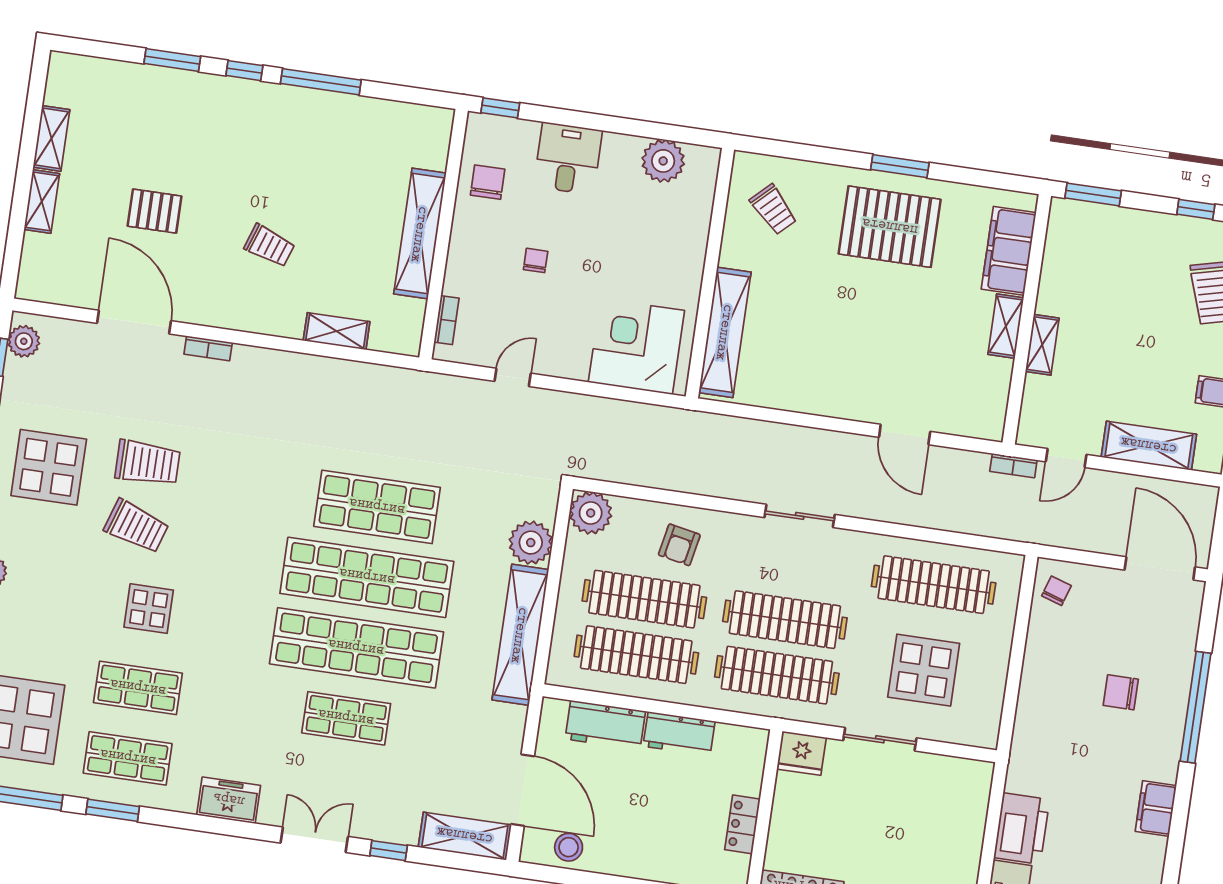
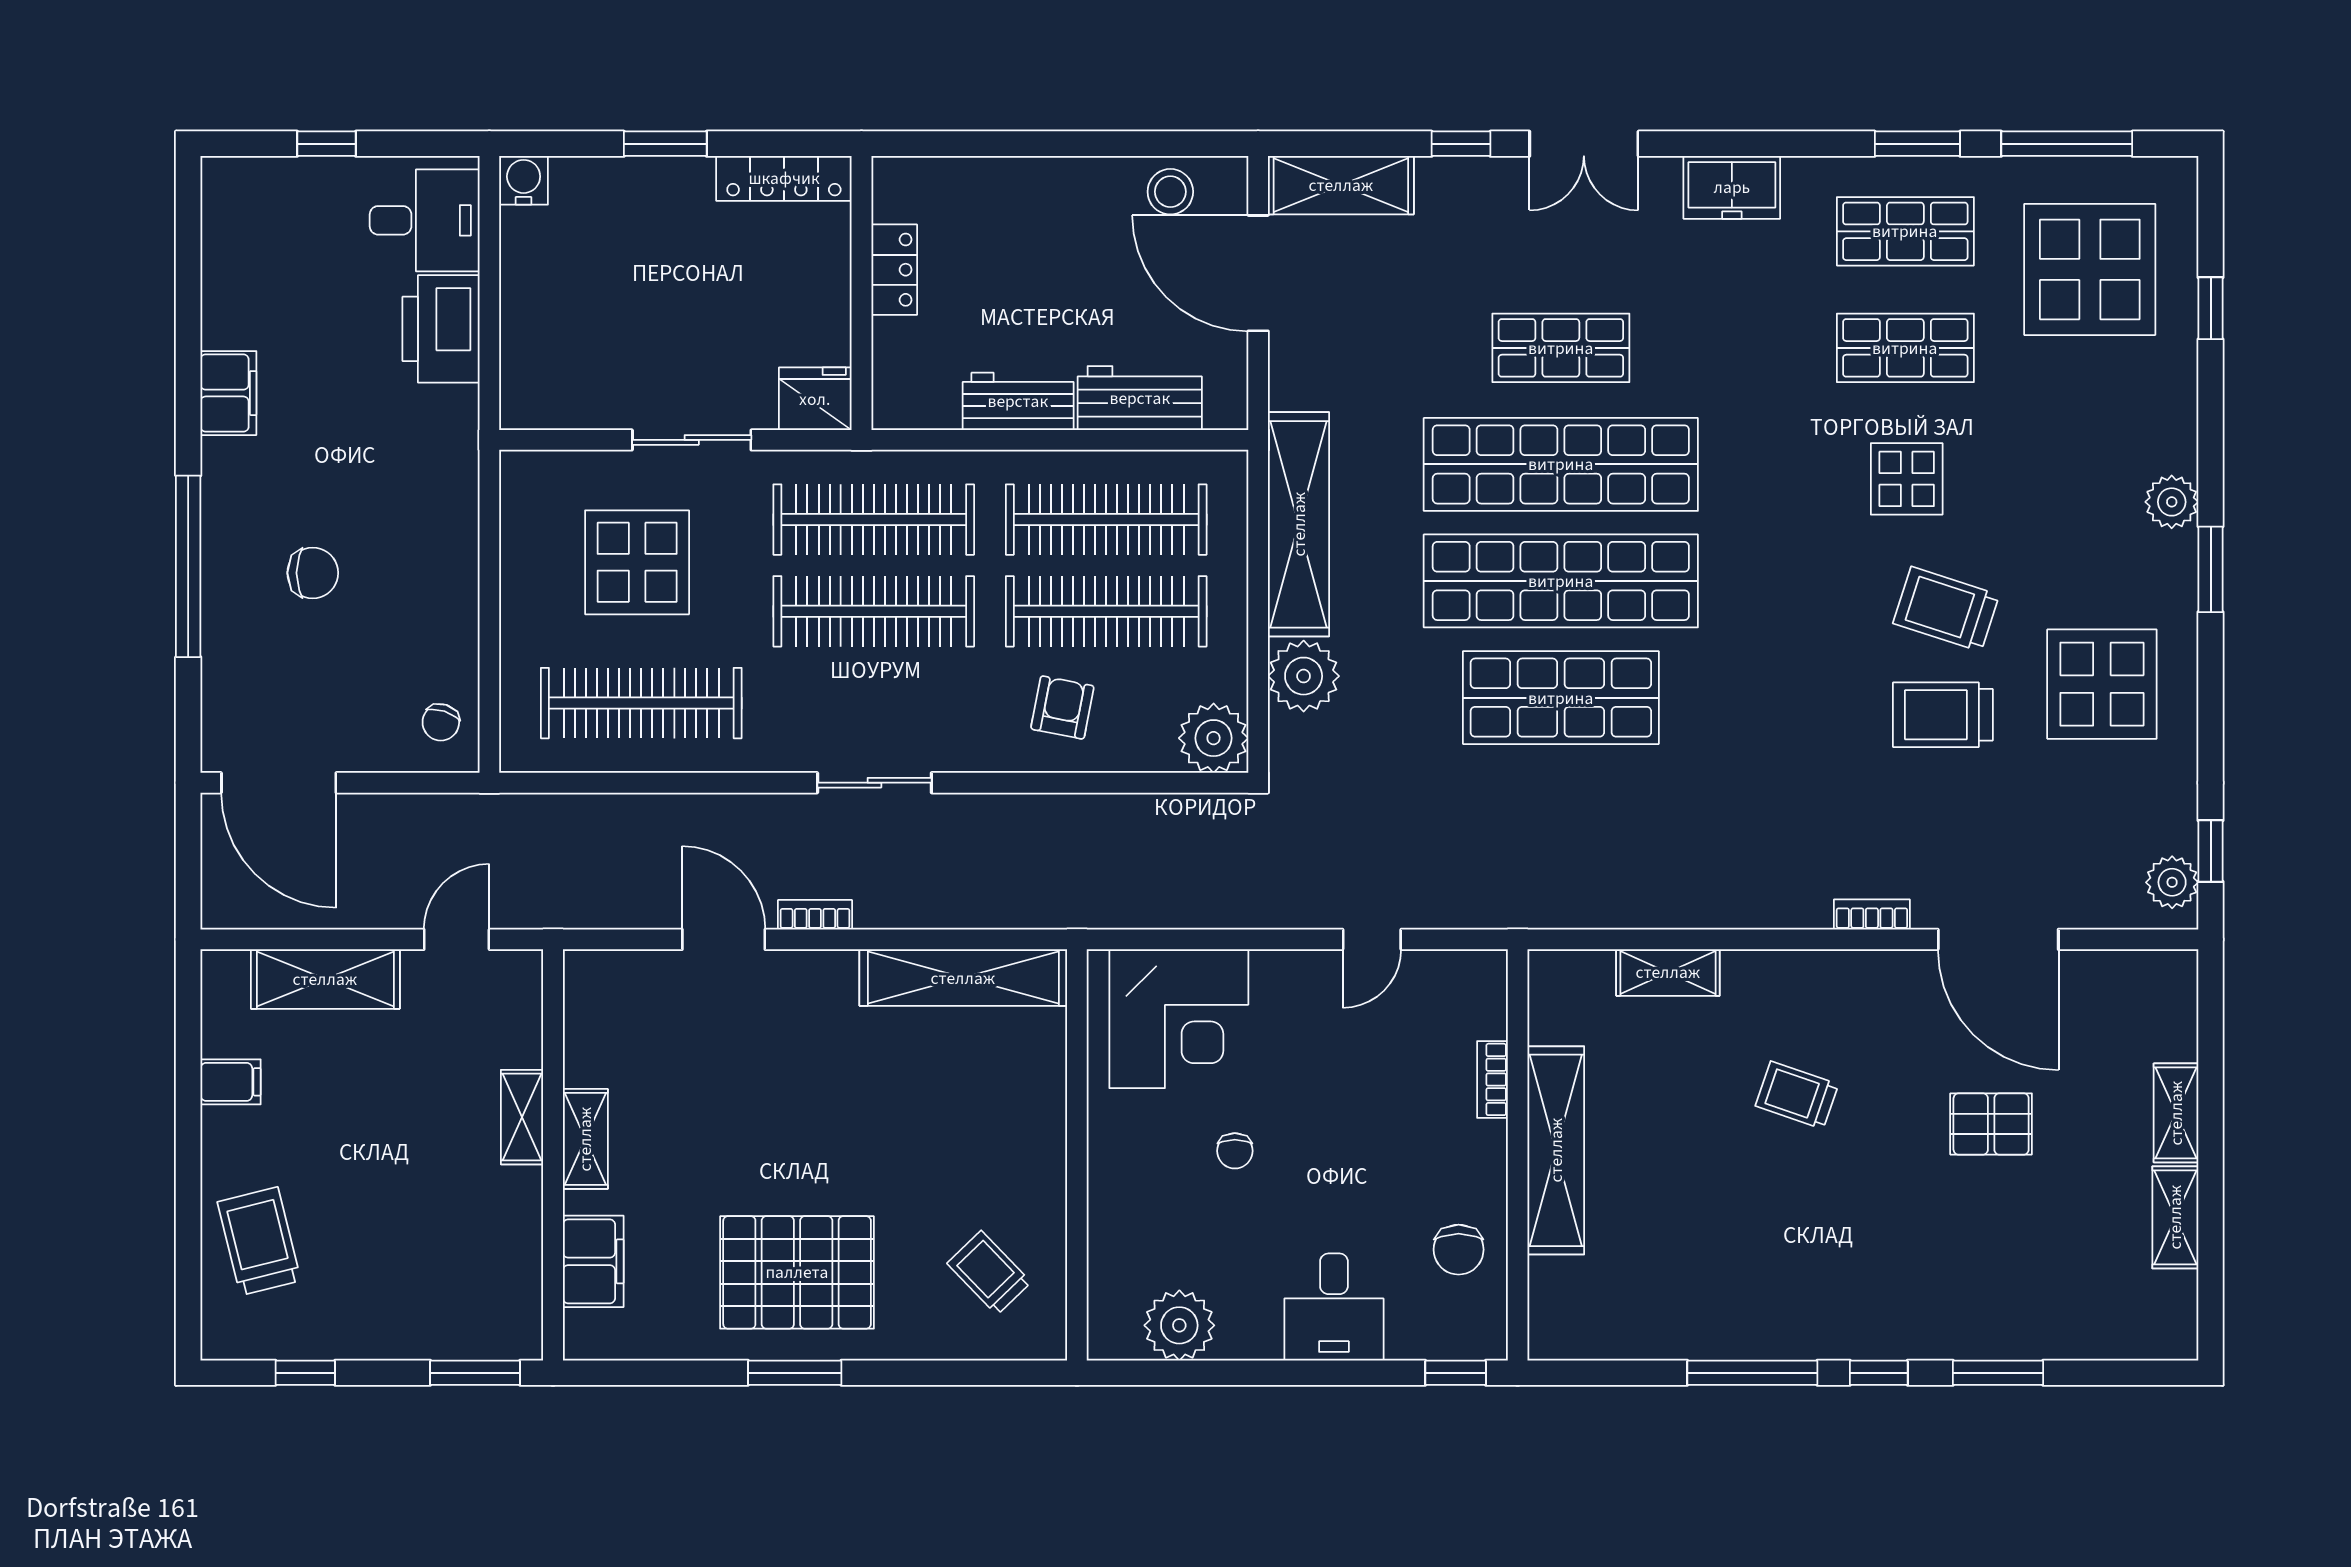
filing cabinet: (1009, 251) -> (593, 1261), width x0.67, depth x0.86
chair: (536, 260) -> (1235, 1151), moved
bookcase: (447, 320) -> (1492, 1079), moved
shelving: (725, 332) -> (963, 978), moved, turned 90
bookcase: (1013, 466) -> (815, 915), moved

